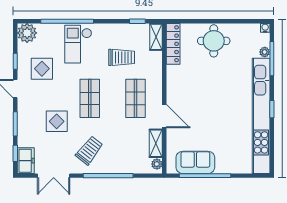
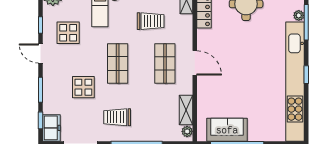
door: (164, 116) -> (195, 63), moved
trolley: (89, 150) -> (117, 117), turned -128

